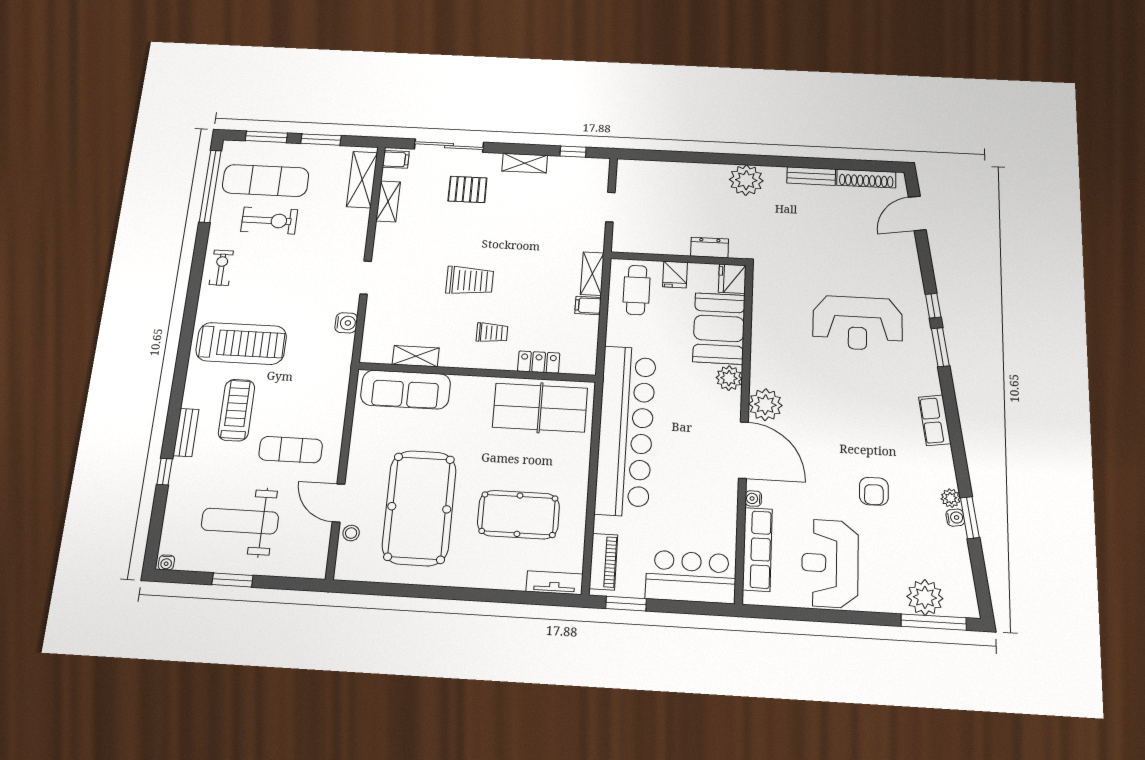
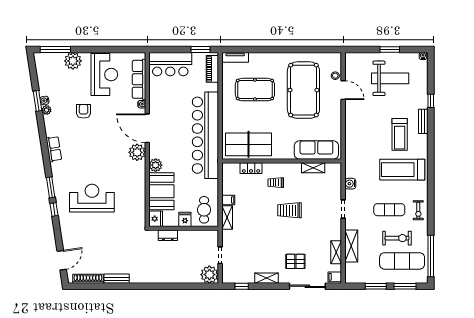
shelving: (362, 180) -> (351, 246), moved
plant: (746, 180) -> (209, 275), moved
exercise bike: (269, 221) -> (397, 238), turned 180
exercise mat: (291, 450) -> (389, 210), moved
plant: (925, 597) -> (73, 61), moved

